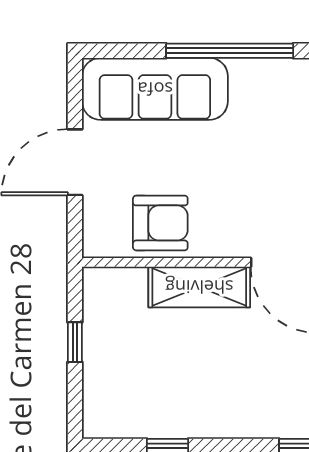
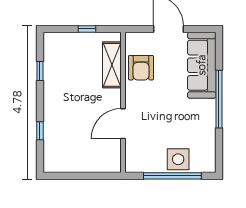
shelving: (199, 287) -> (112, 65), moved

